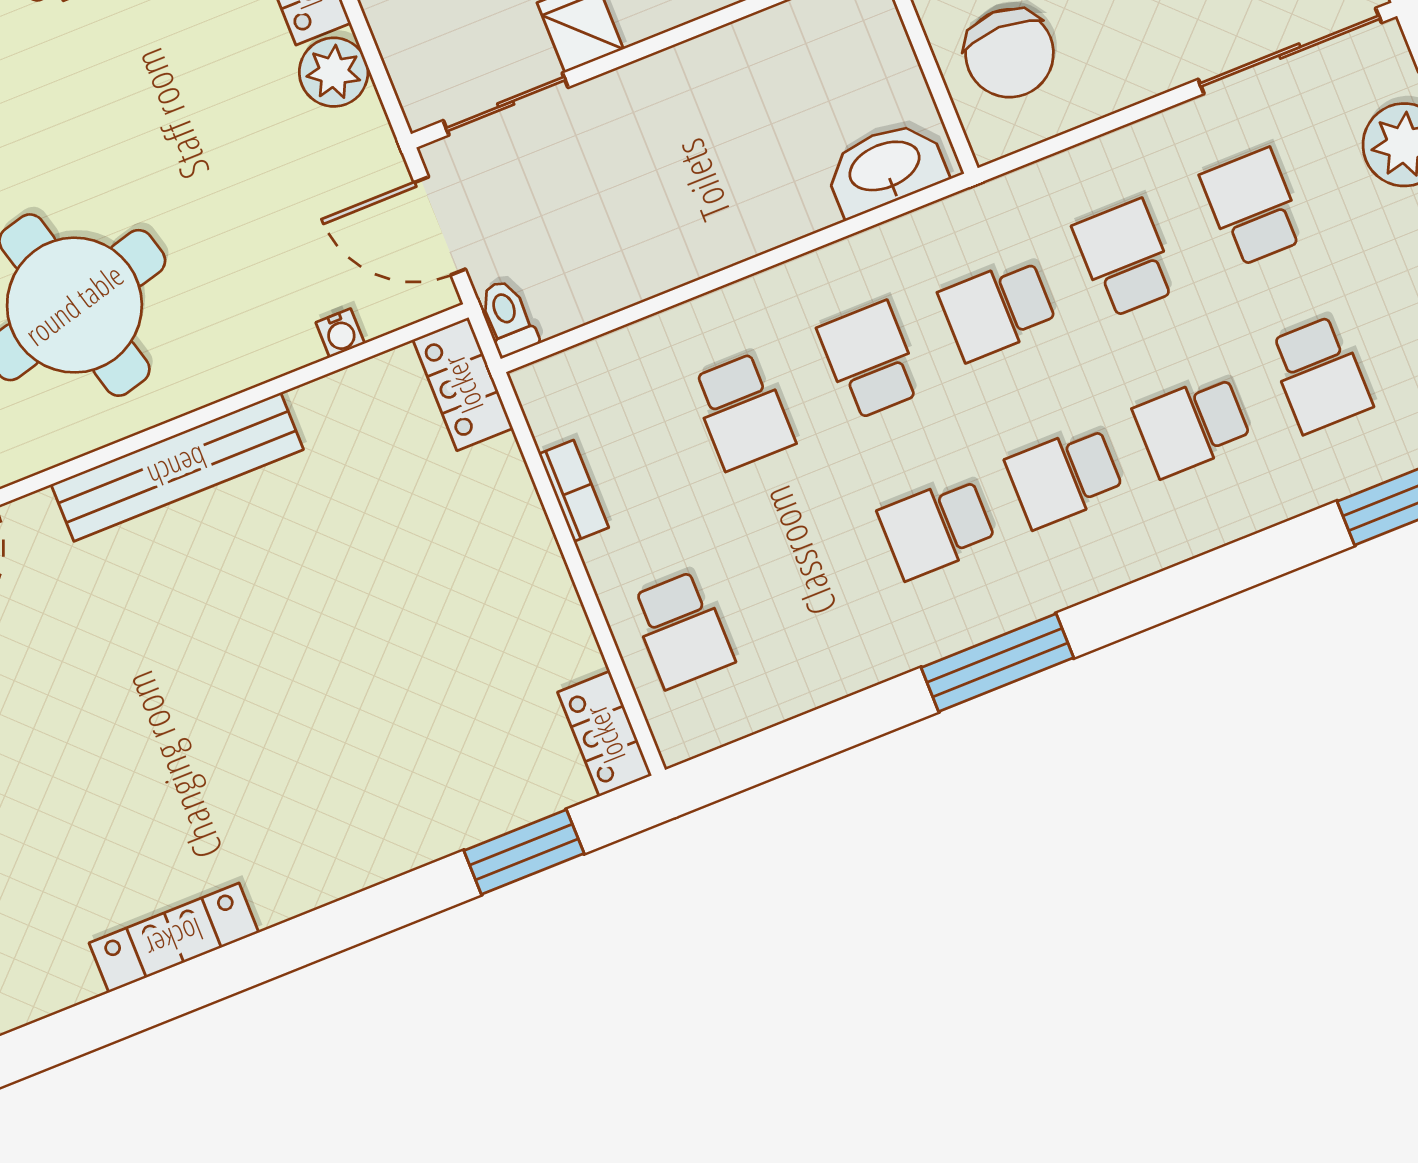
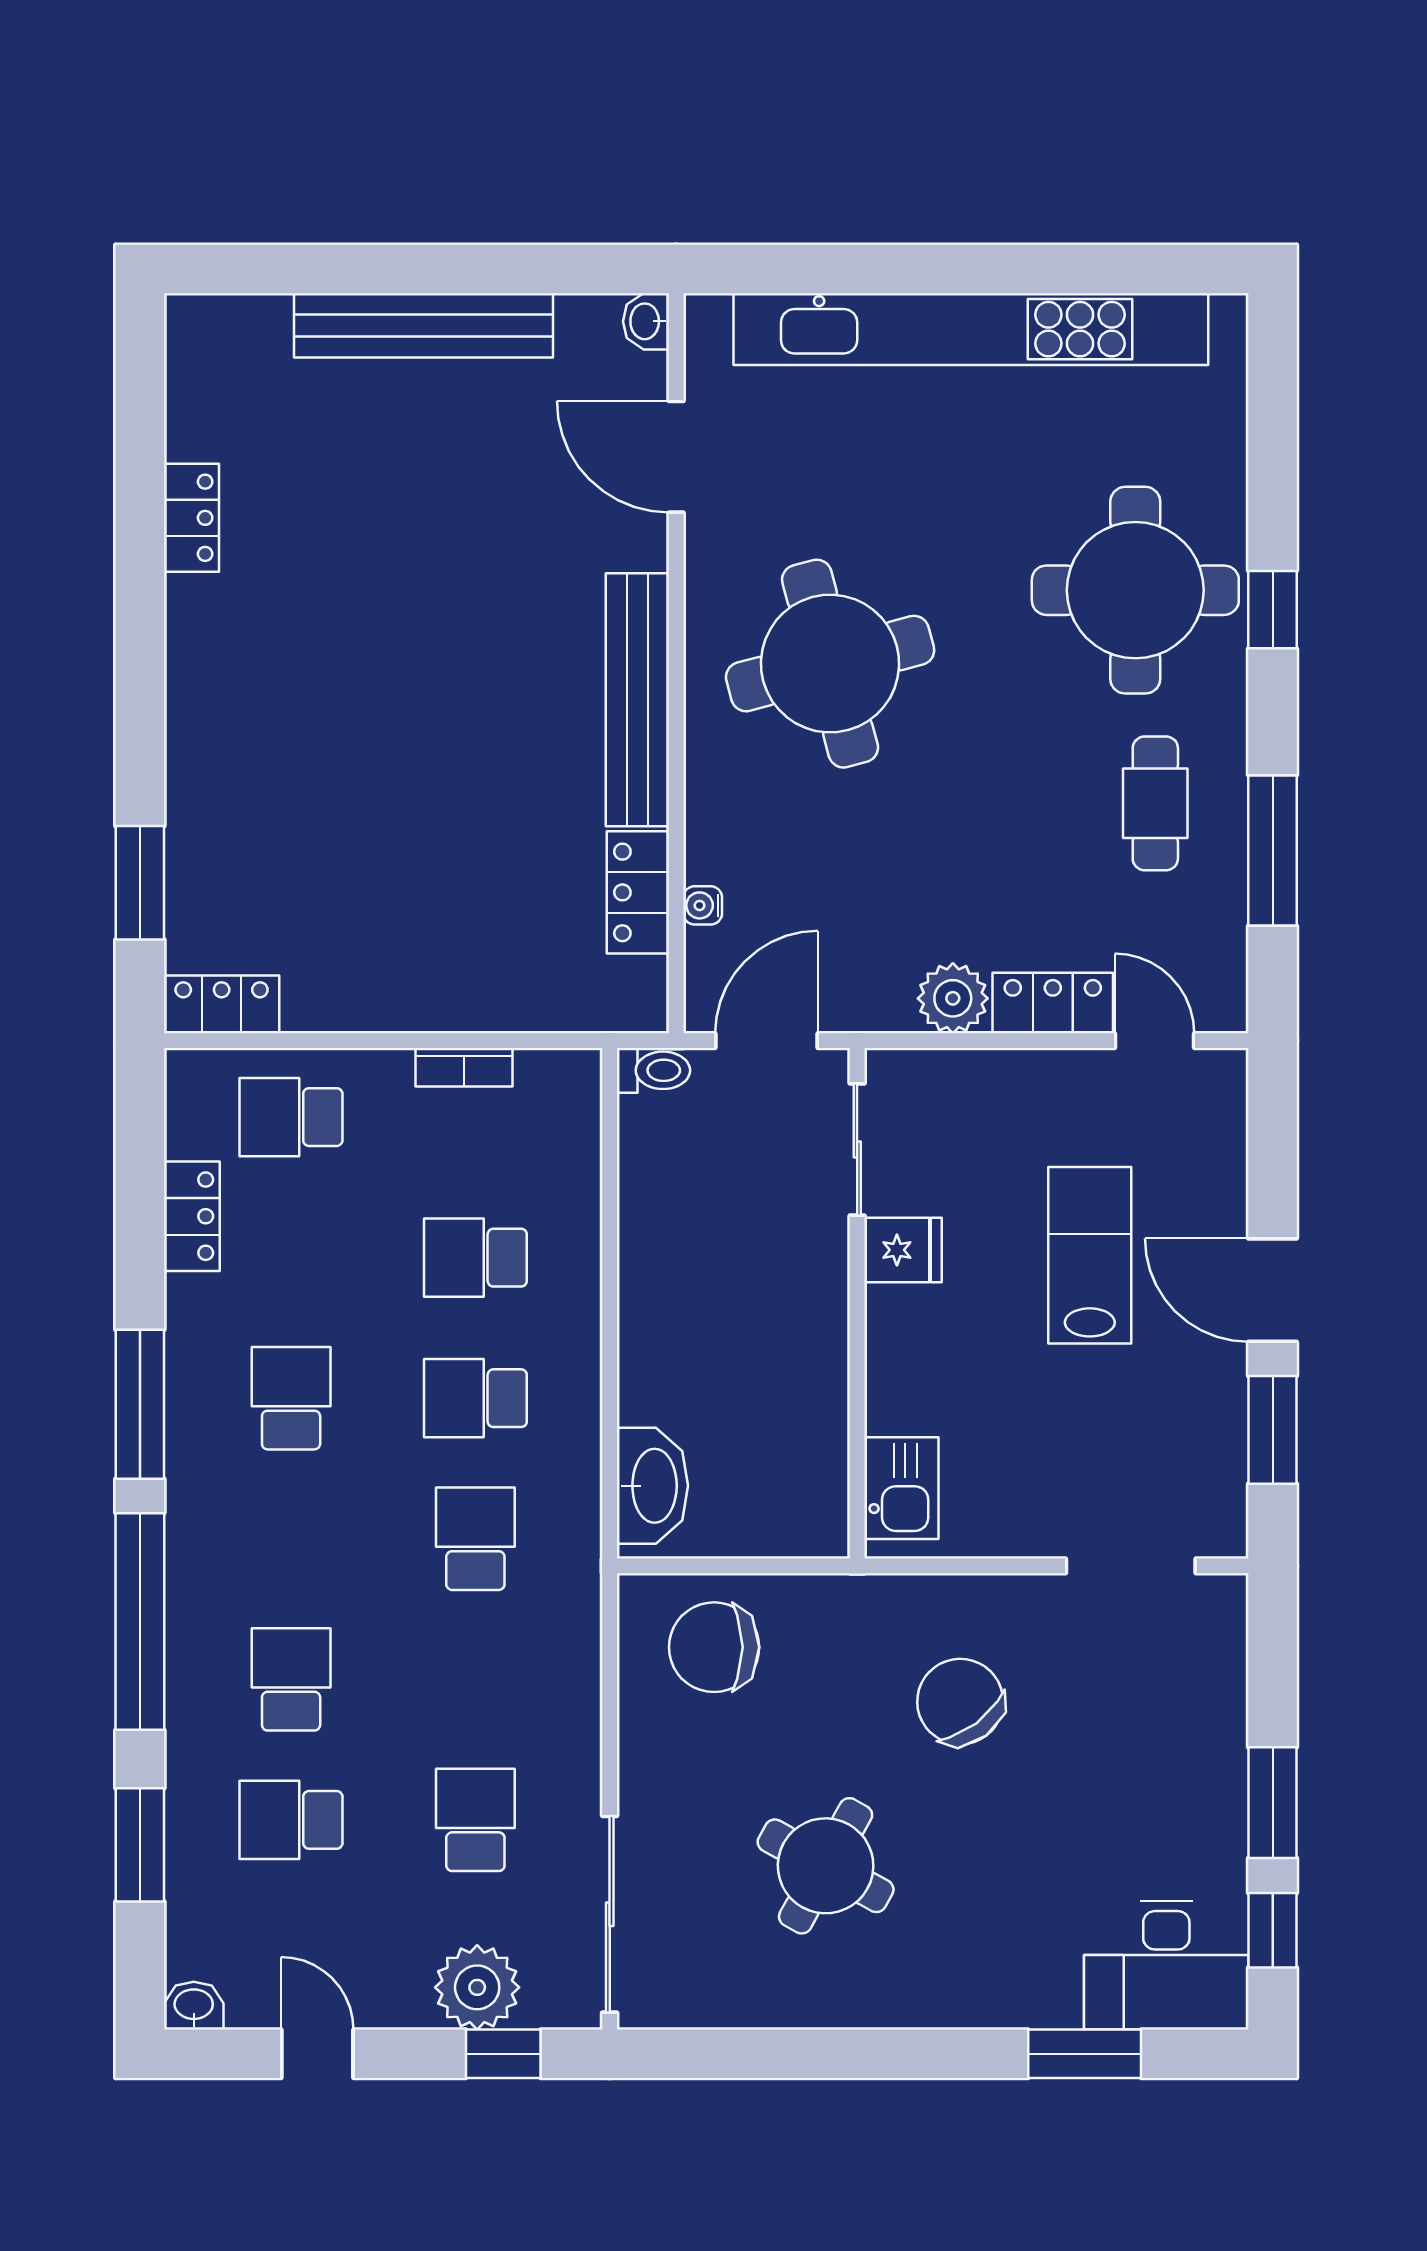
school desk: (1253, 207) -> (475, 1820), turned -90
school desk: (1125, 258) -> (475, 1679), removed
school desk: (870, 360) -> (475, 1398), turned 180
locker: (463, 384) -> (638, 892), moved, turned -90
school desk: (1065, 477) -> (291, 1539), removed
window: (1195, 584) -> (140, 1621), added
locker: (808, 684) -> (192, 1216), added
locker: (174, 938) -> (191, 518), width x0.66

